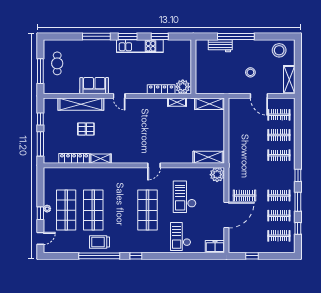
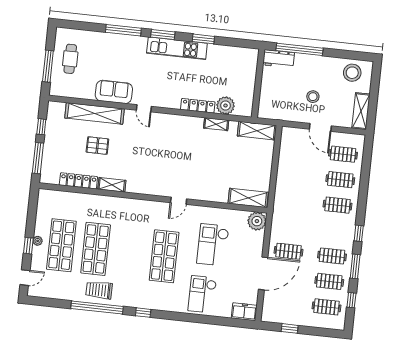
wall: (193, 67) -> (258, 83), moved

